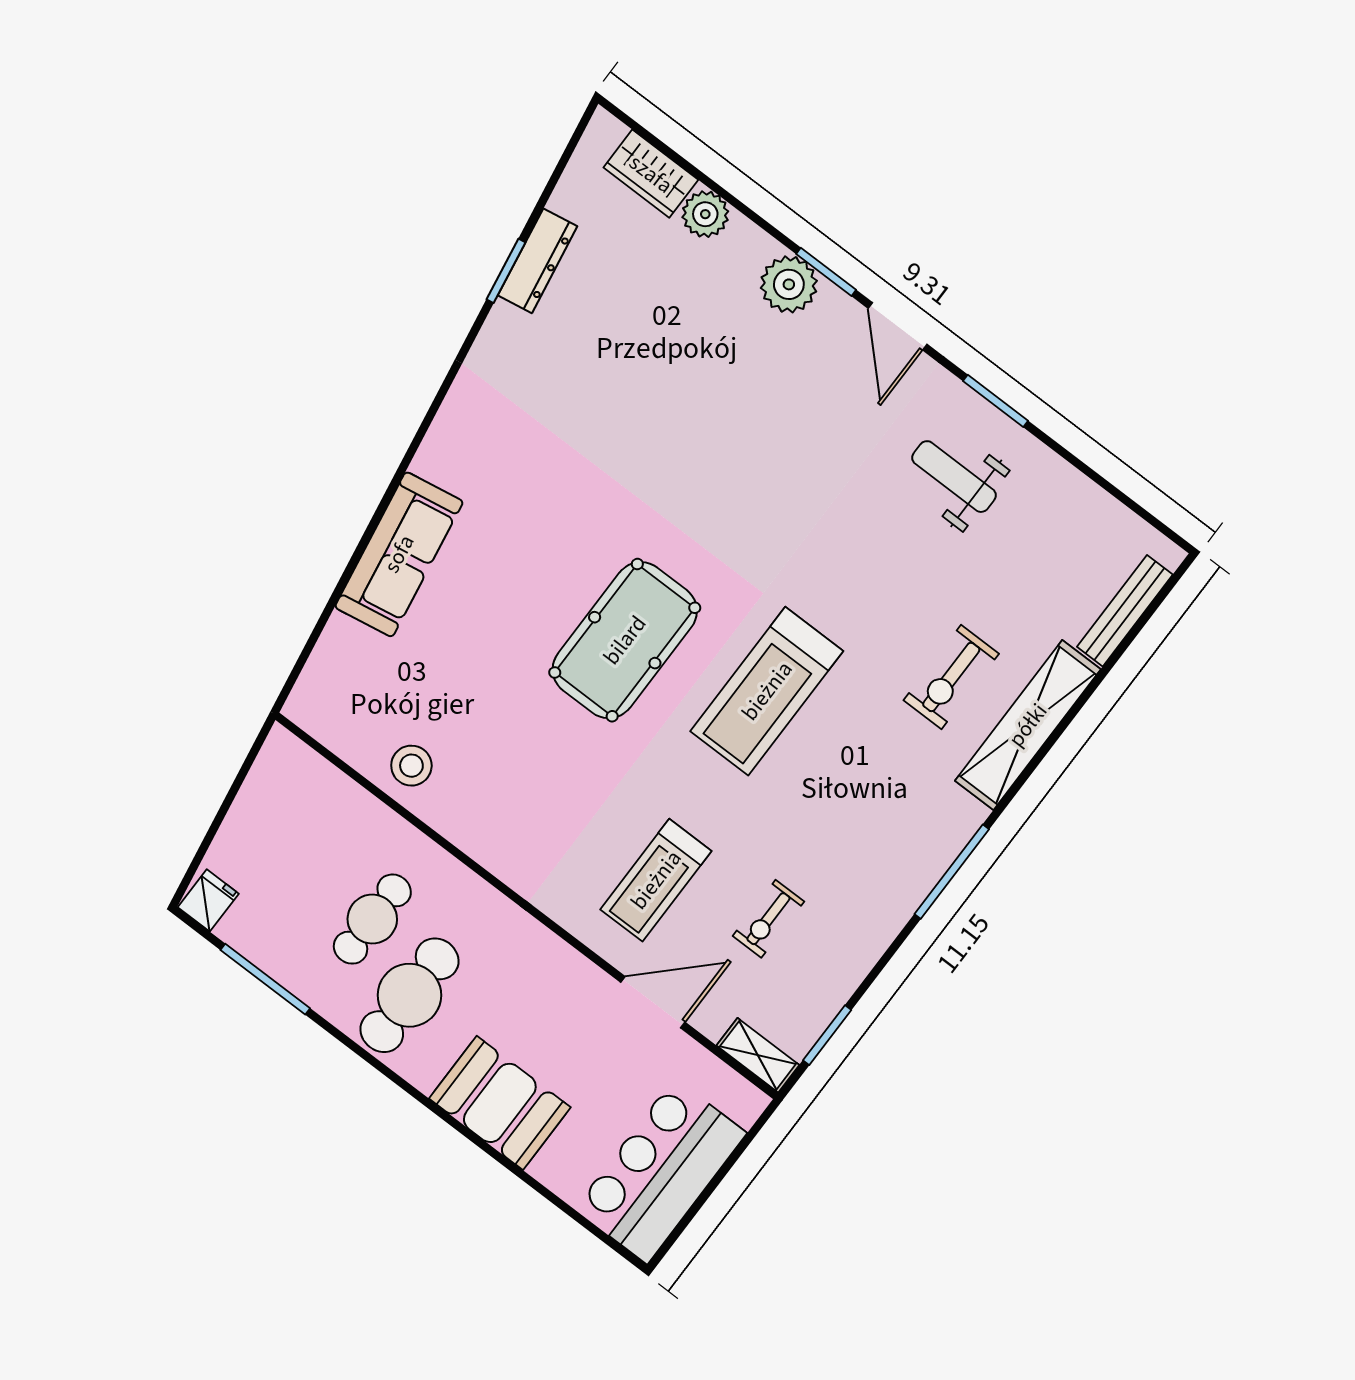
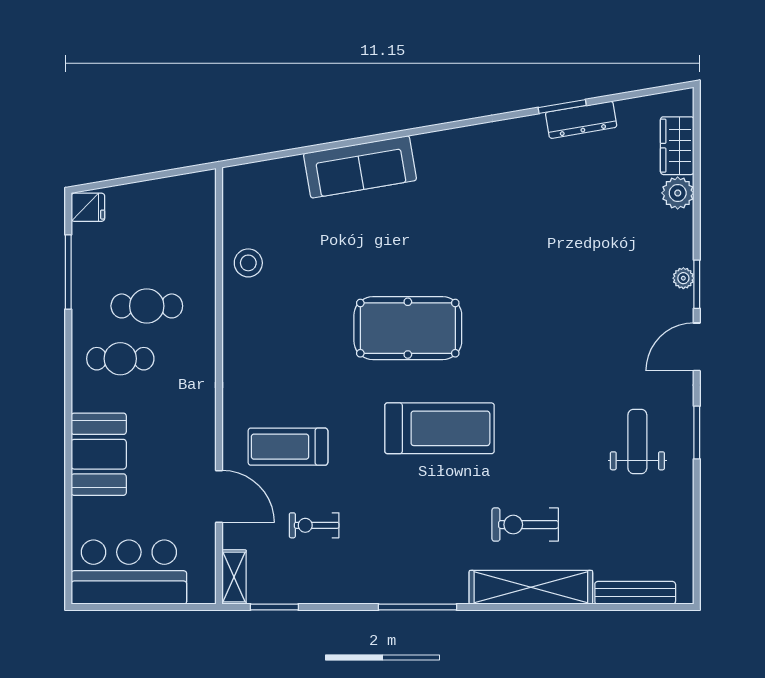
plant: (789, 284) -> (683, 278), width x0.53, depth x0.53
treadmill: (767, 691) -> (439, 428), turned 180
cafe table: (409, 995) -> (120, 359), width x0.73, depth x0.74

